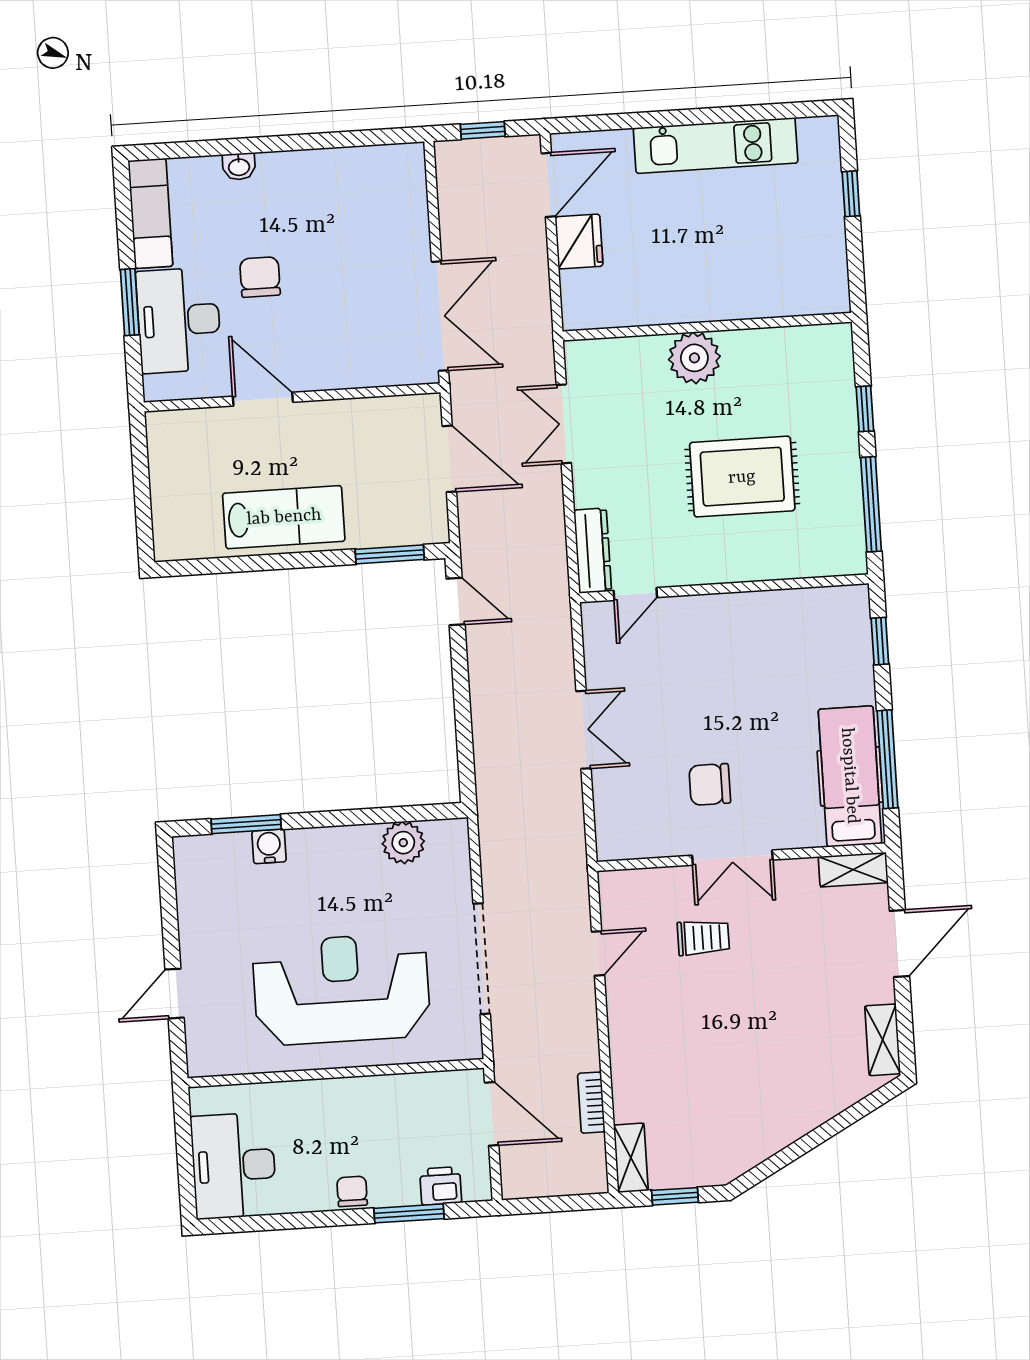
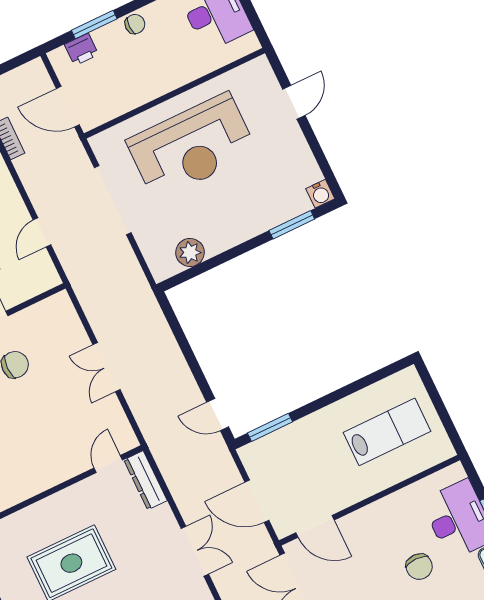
door: (263, 399) -> (315, 526), moved
lab bench: (284, 517) -> (387, 432), moved, turned 180
water cooler: (269, 846) -> (320, 194), moved
chair: (352, 1191) -> (135, 24), turned -90

